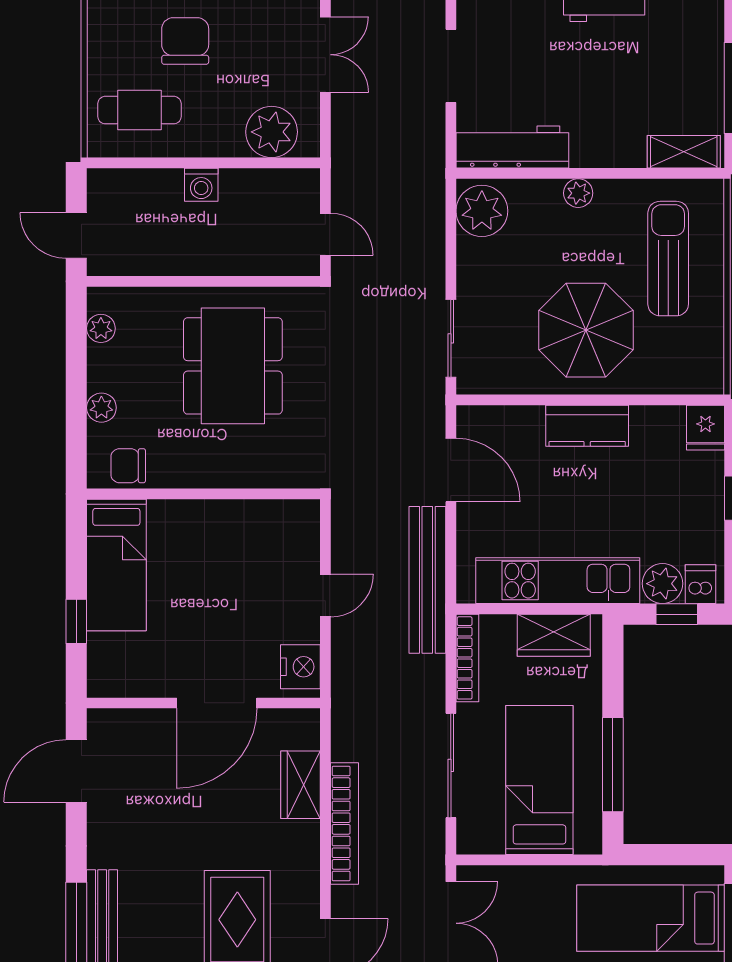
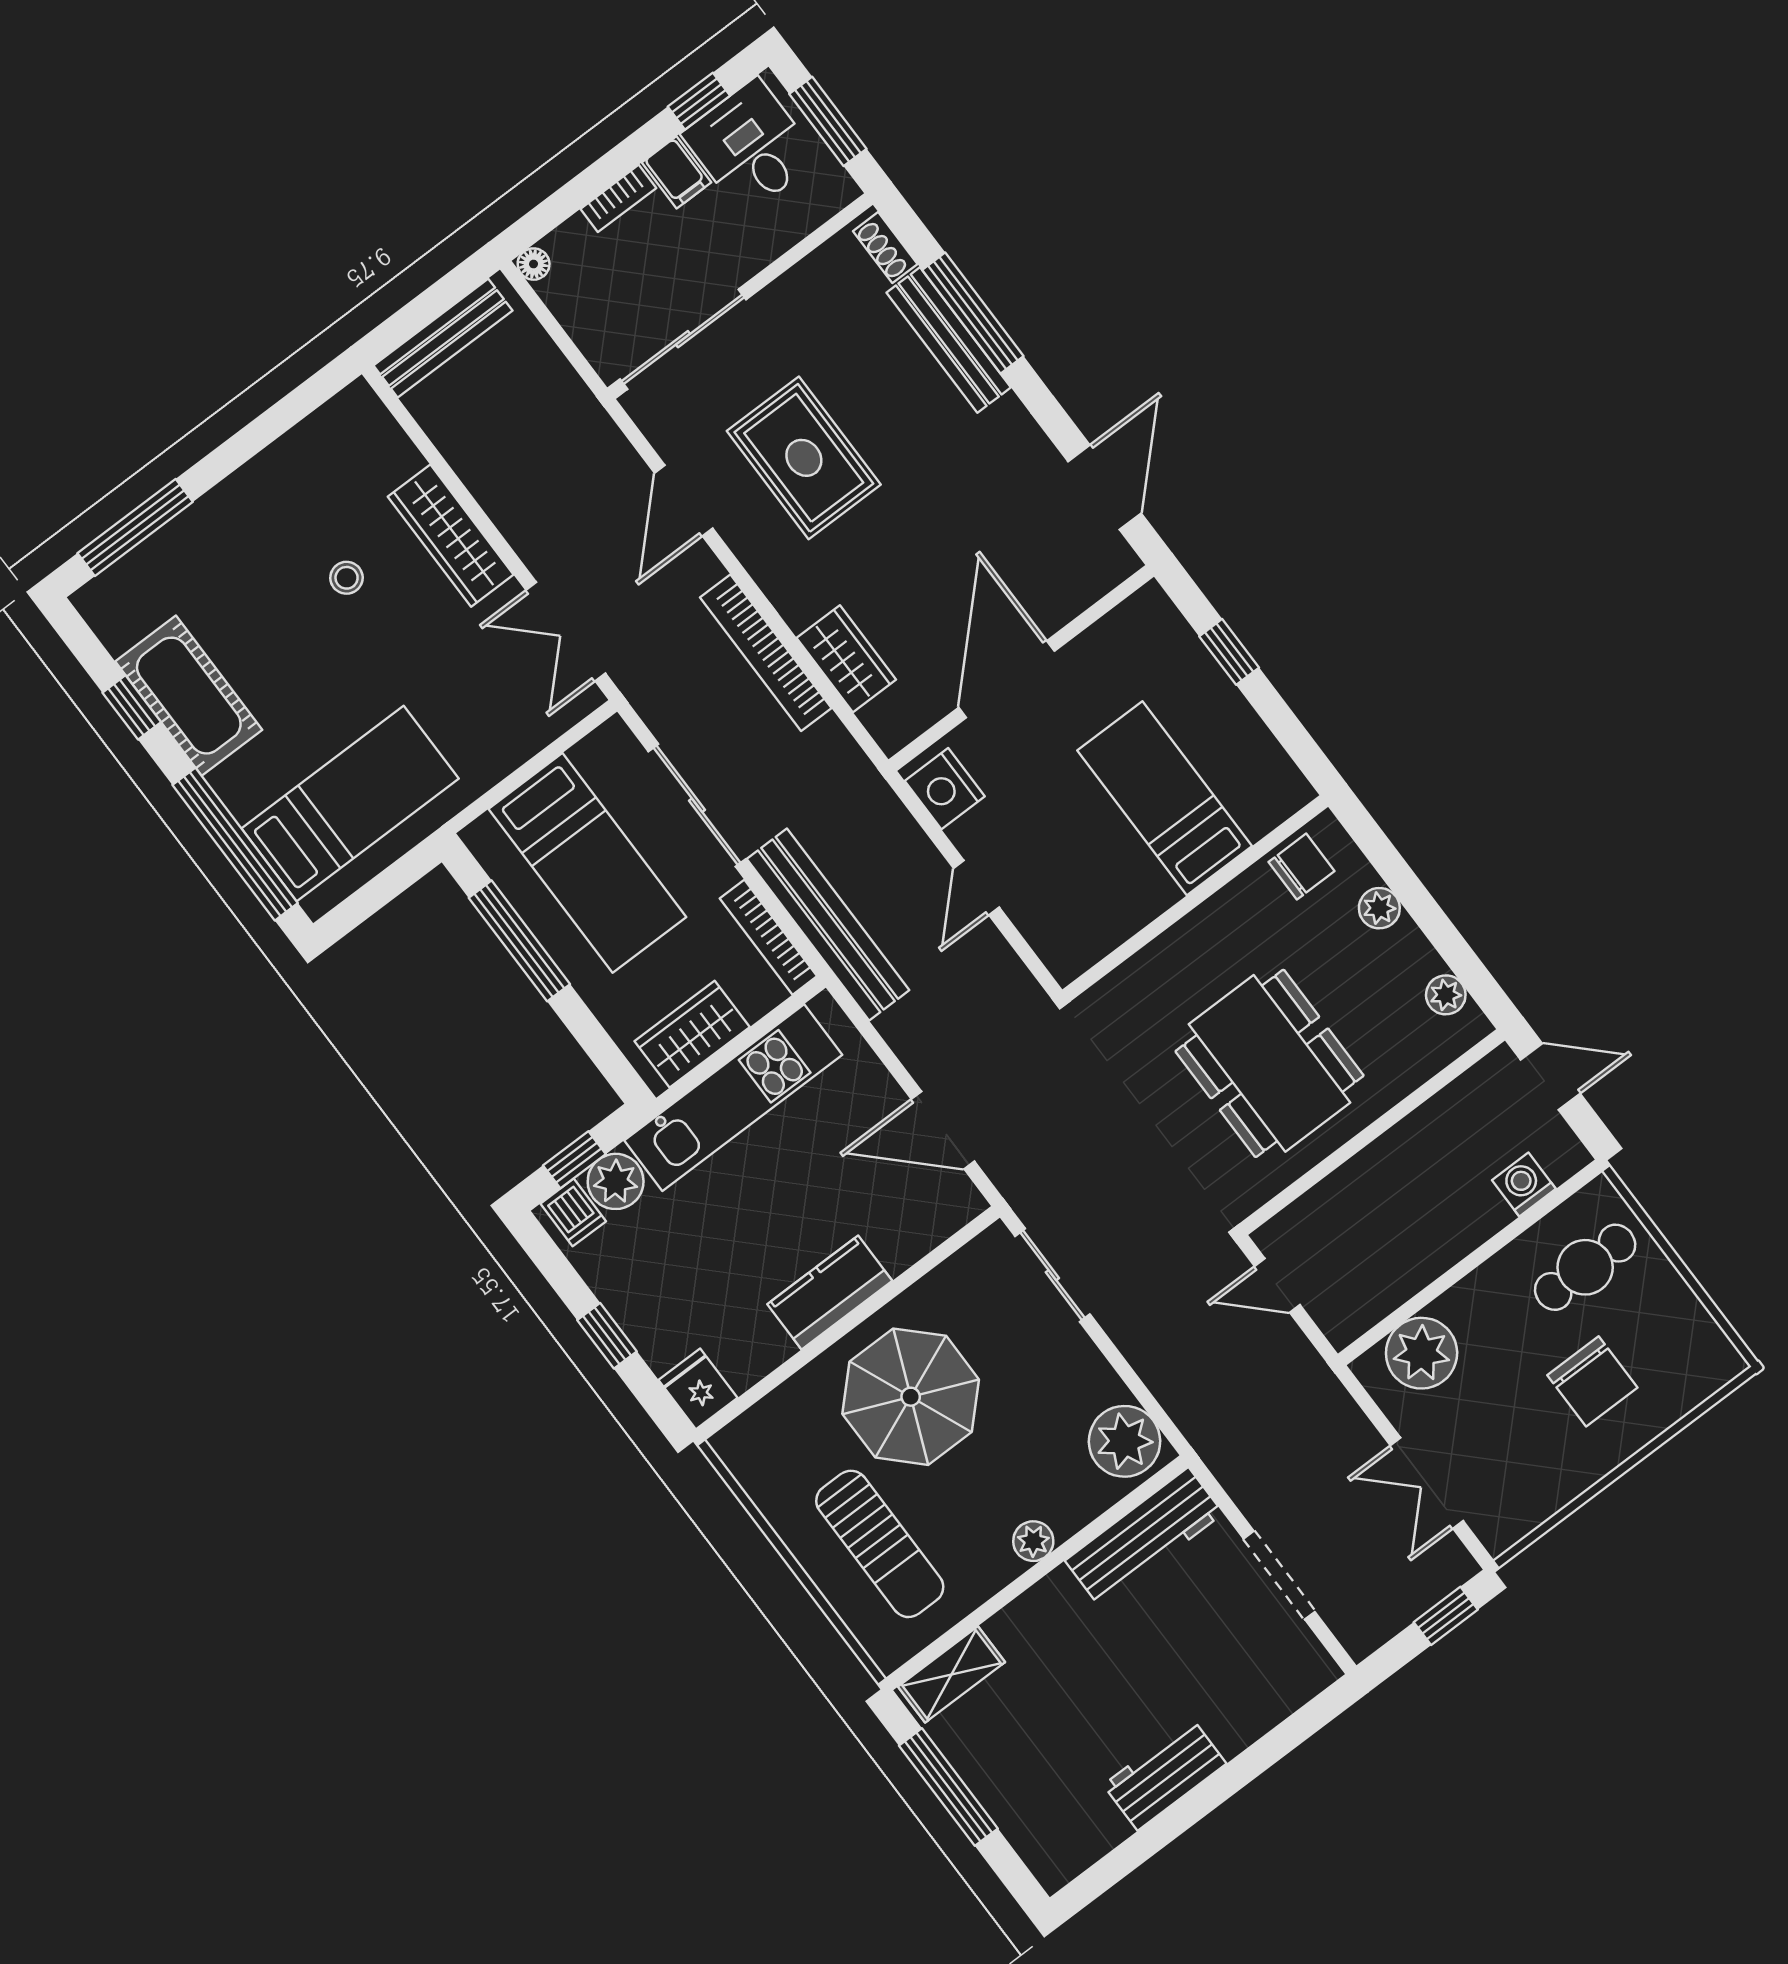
washing machine: (201, 185) -> (1524, 1184), moved
bed: (116, 565) -> (1165, 798), moved
bench: (427, 580) -> (828, 925), moved

